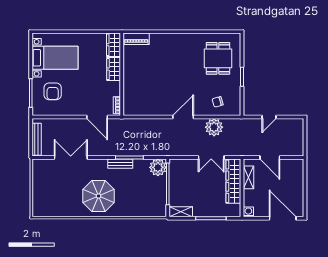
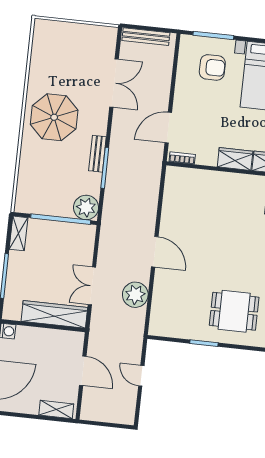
armchair: (53, 91) -> (212, 67), turned 180
chair: (218, 102) -> (171, 304), removed
door: (270, 158) -> (83, 371), swing flipped
shelving: (249, 177) -> (56, 409), moved

